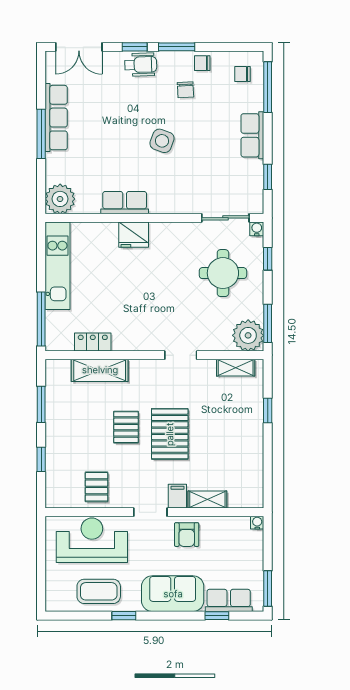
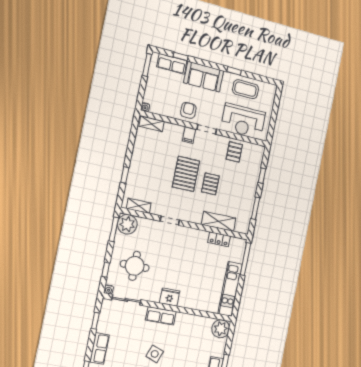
row of seats: (125, 203) -> (161, 316), moved
fridge: (134, 235) -> (170, 297), moved
shelving: (207, 499) -> (152, 124), moved

